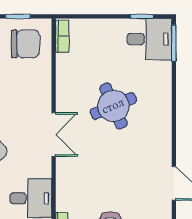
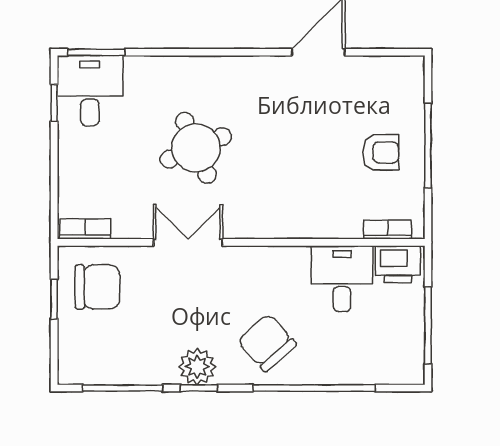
chair: (25, 44) -> (97, 287), turned 90
double door: (54, 134) -> (188, 242), moved

